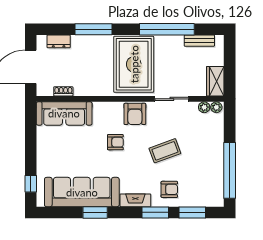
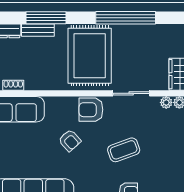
bench: (199, 41) -> (38, 30), moved
armchair: (135, 114) -> (91, 110), turned 90
armchair: (115, 142) -> (70, 140), turned 48

